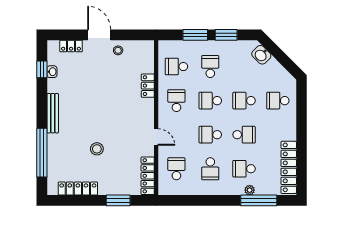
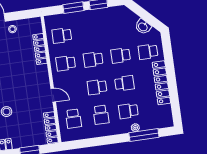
washbasin: (261, 55) -> (143, 27), moved
school desk: (210, 67) -> (89, 32), removed
locker: (148, 86) -> (40, 49), width x1.53
school desk: (176, 101) -> (66, 63), turned -90
locker: (289, 167) -> (161, 83), moved
school desk: (176, 169) -> (73, 119), turned 180

